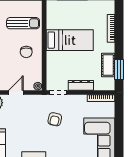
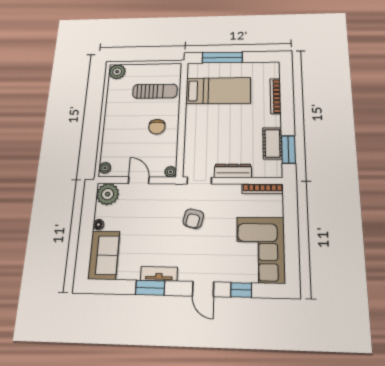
bed: (70, 40) -> (218, 91), moved
door: (16, 92) -> (139, 180), hinge flipped

